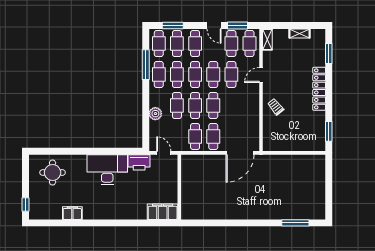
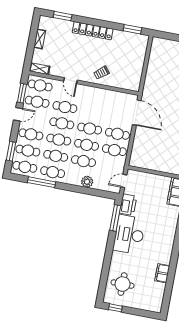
window: (122, 151) -> (115, 218), added
window: (25, 204) -> (115, 308), moved

